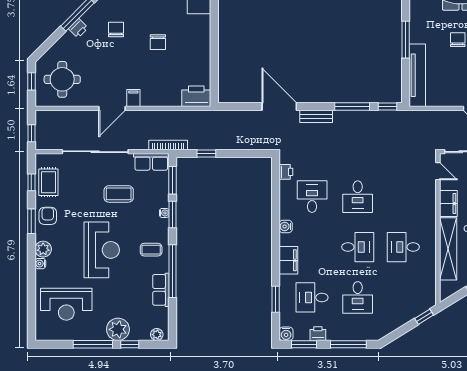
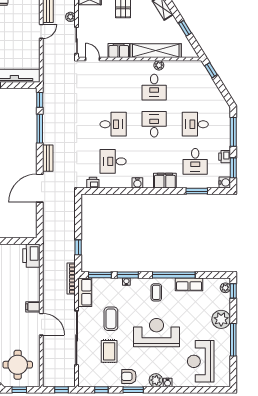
door: (438, 171) -> (92, 59), hinge flipped
rug: (48, 182) -> (109, 351), moved, turned 90
plant: (430, 253) -> (159, 65), added
desk: (358, 297) -> (195, 124), turned 180
reception desk: (66, 304) -> (201, 361), turned 180
window: (130, 344) -> (233, 291), moved

